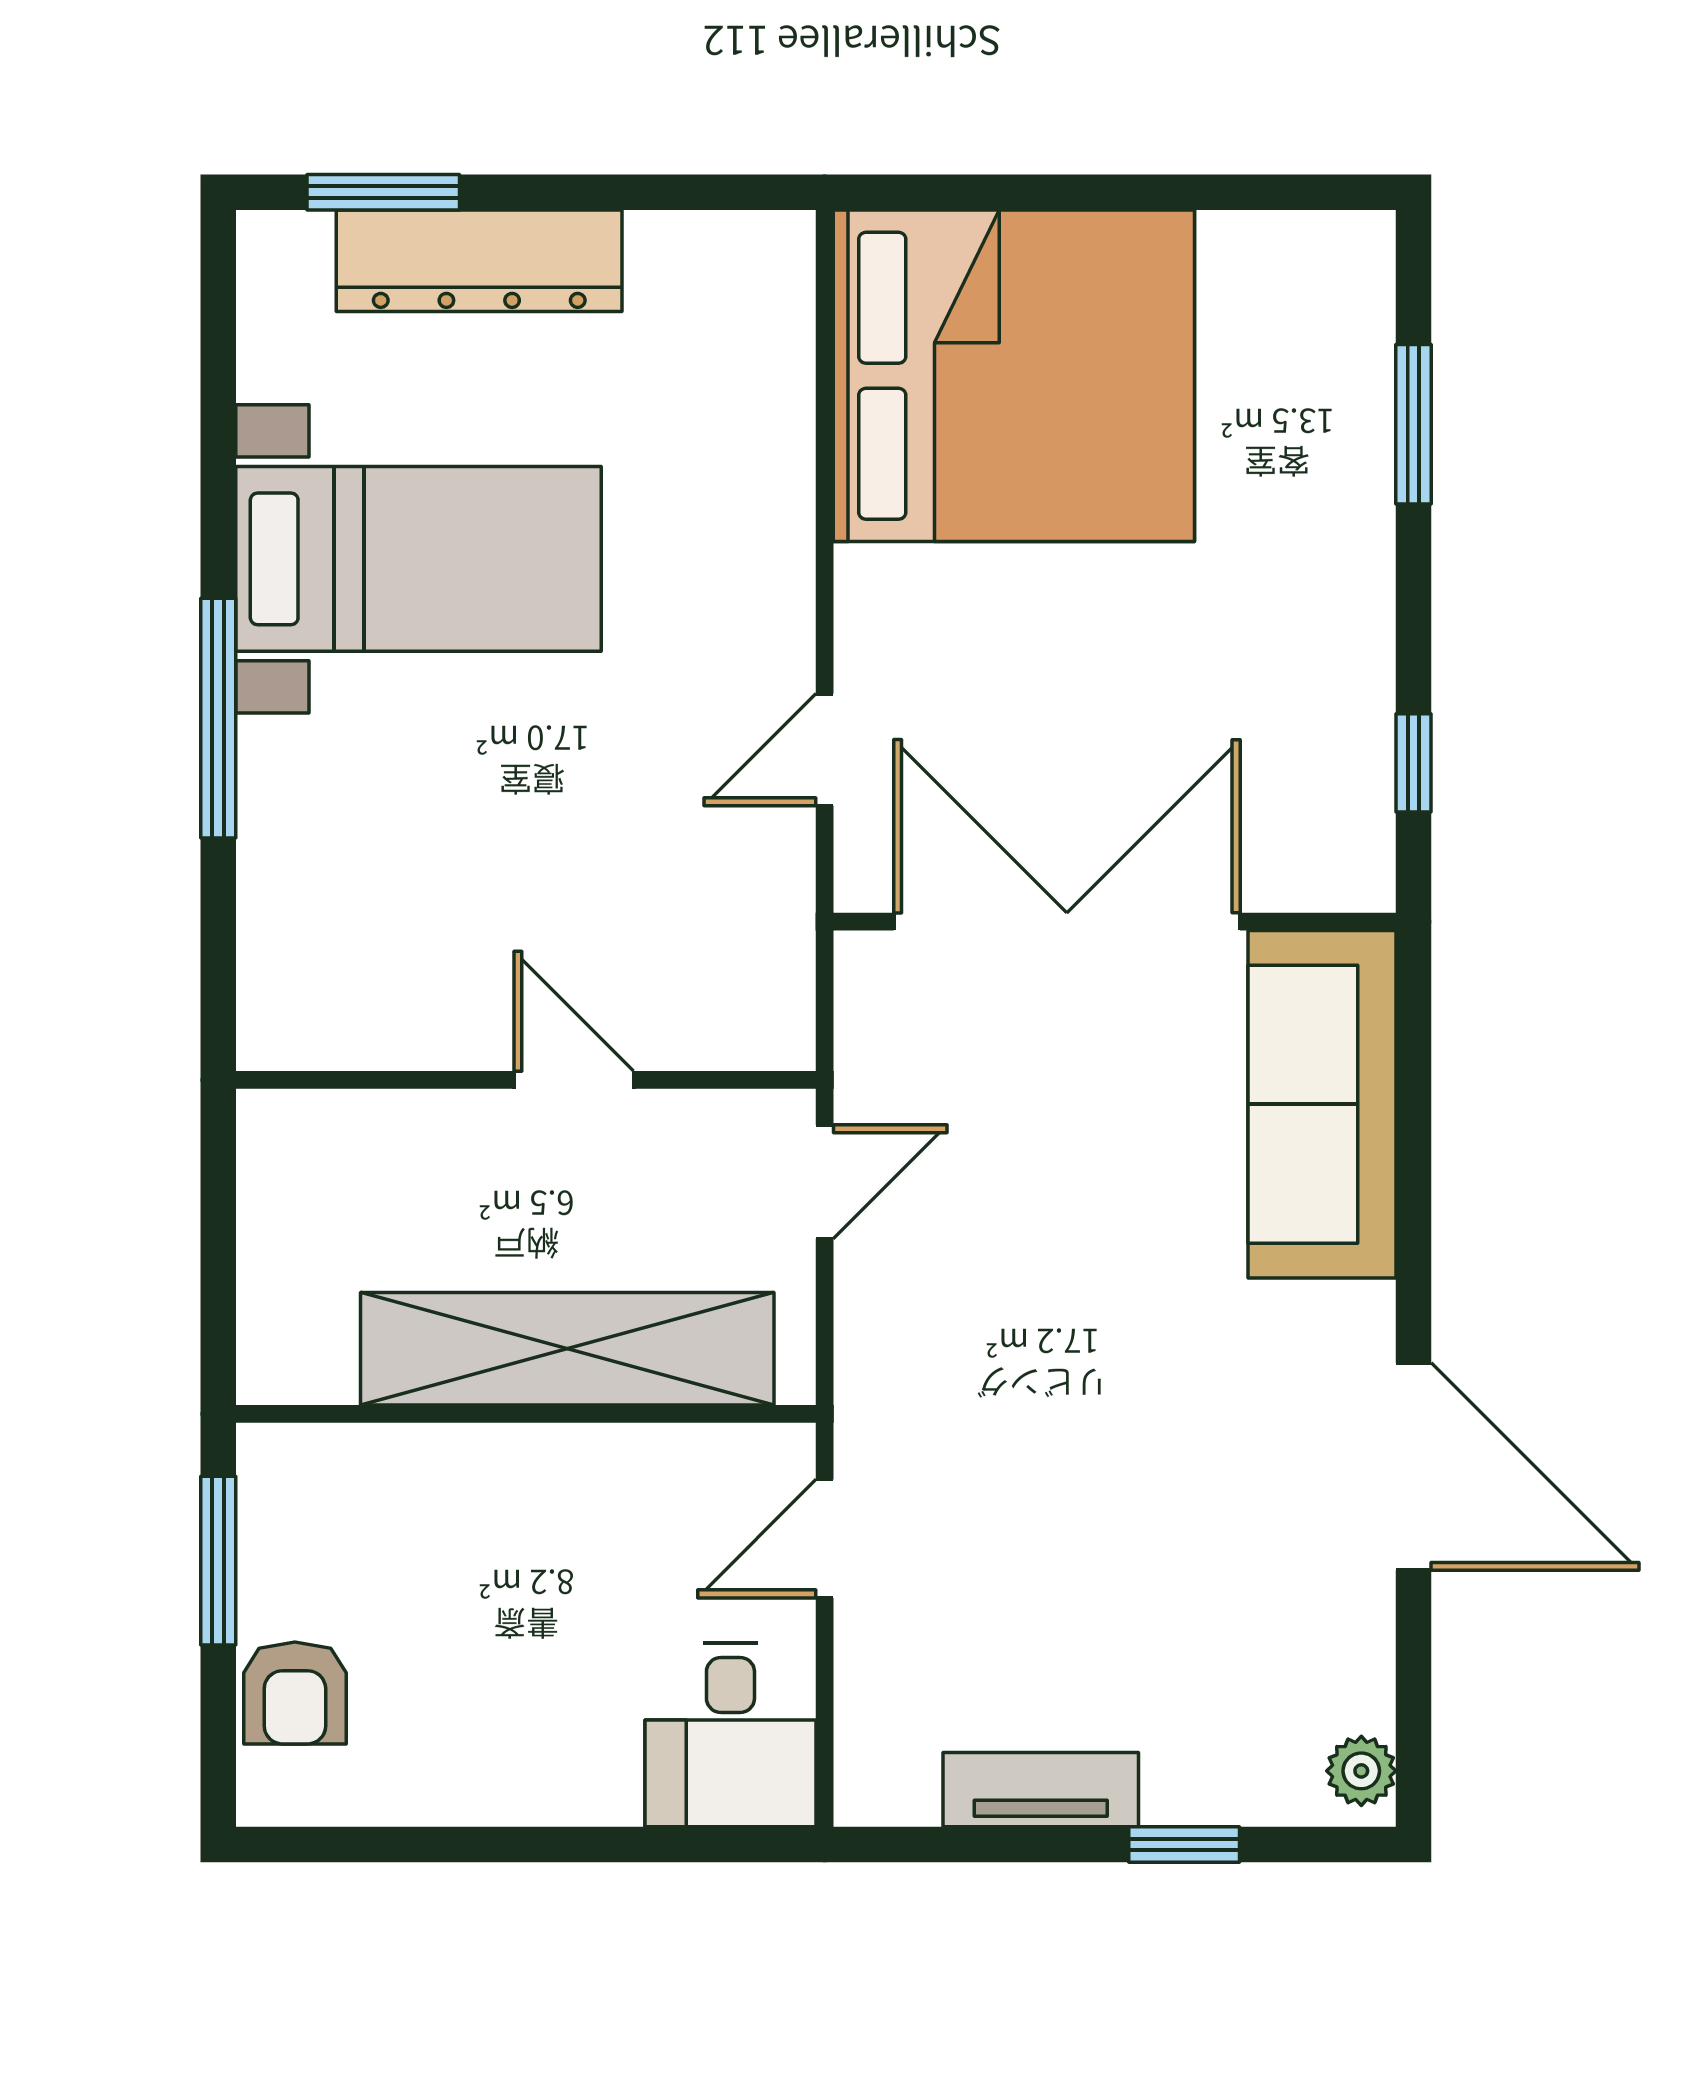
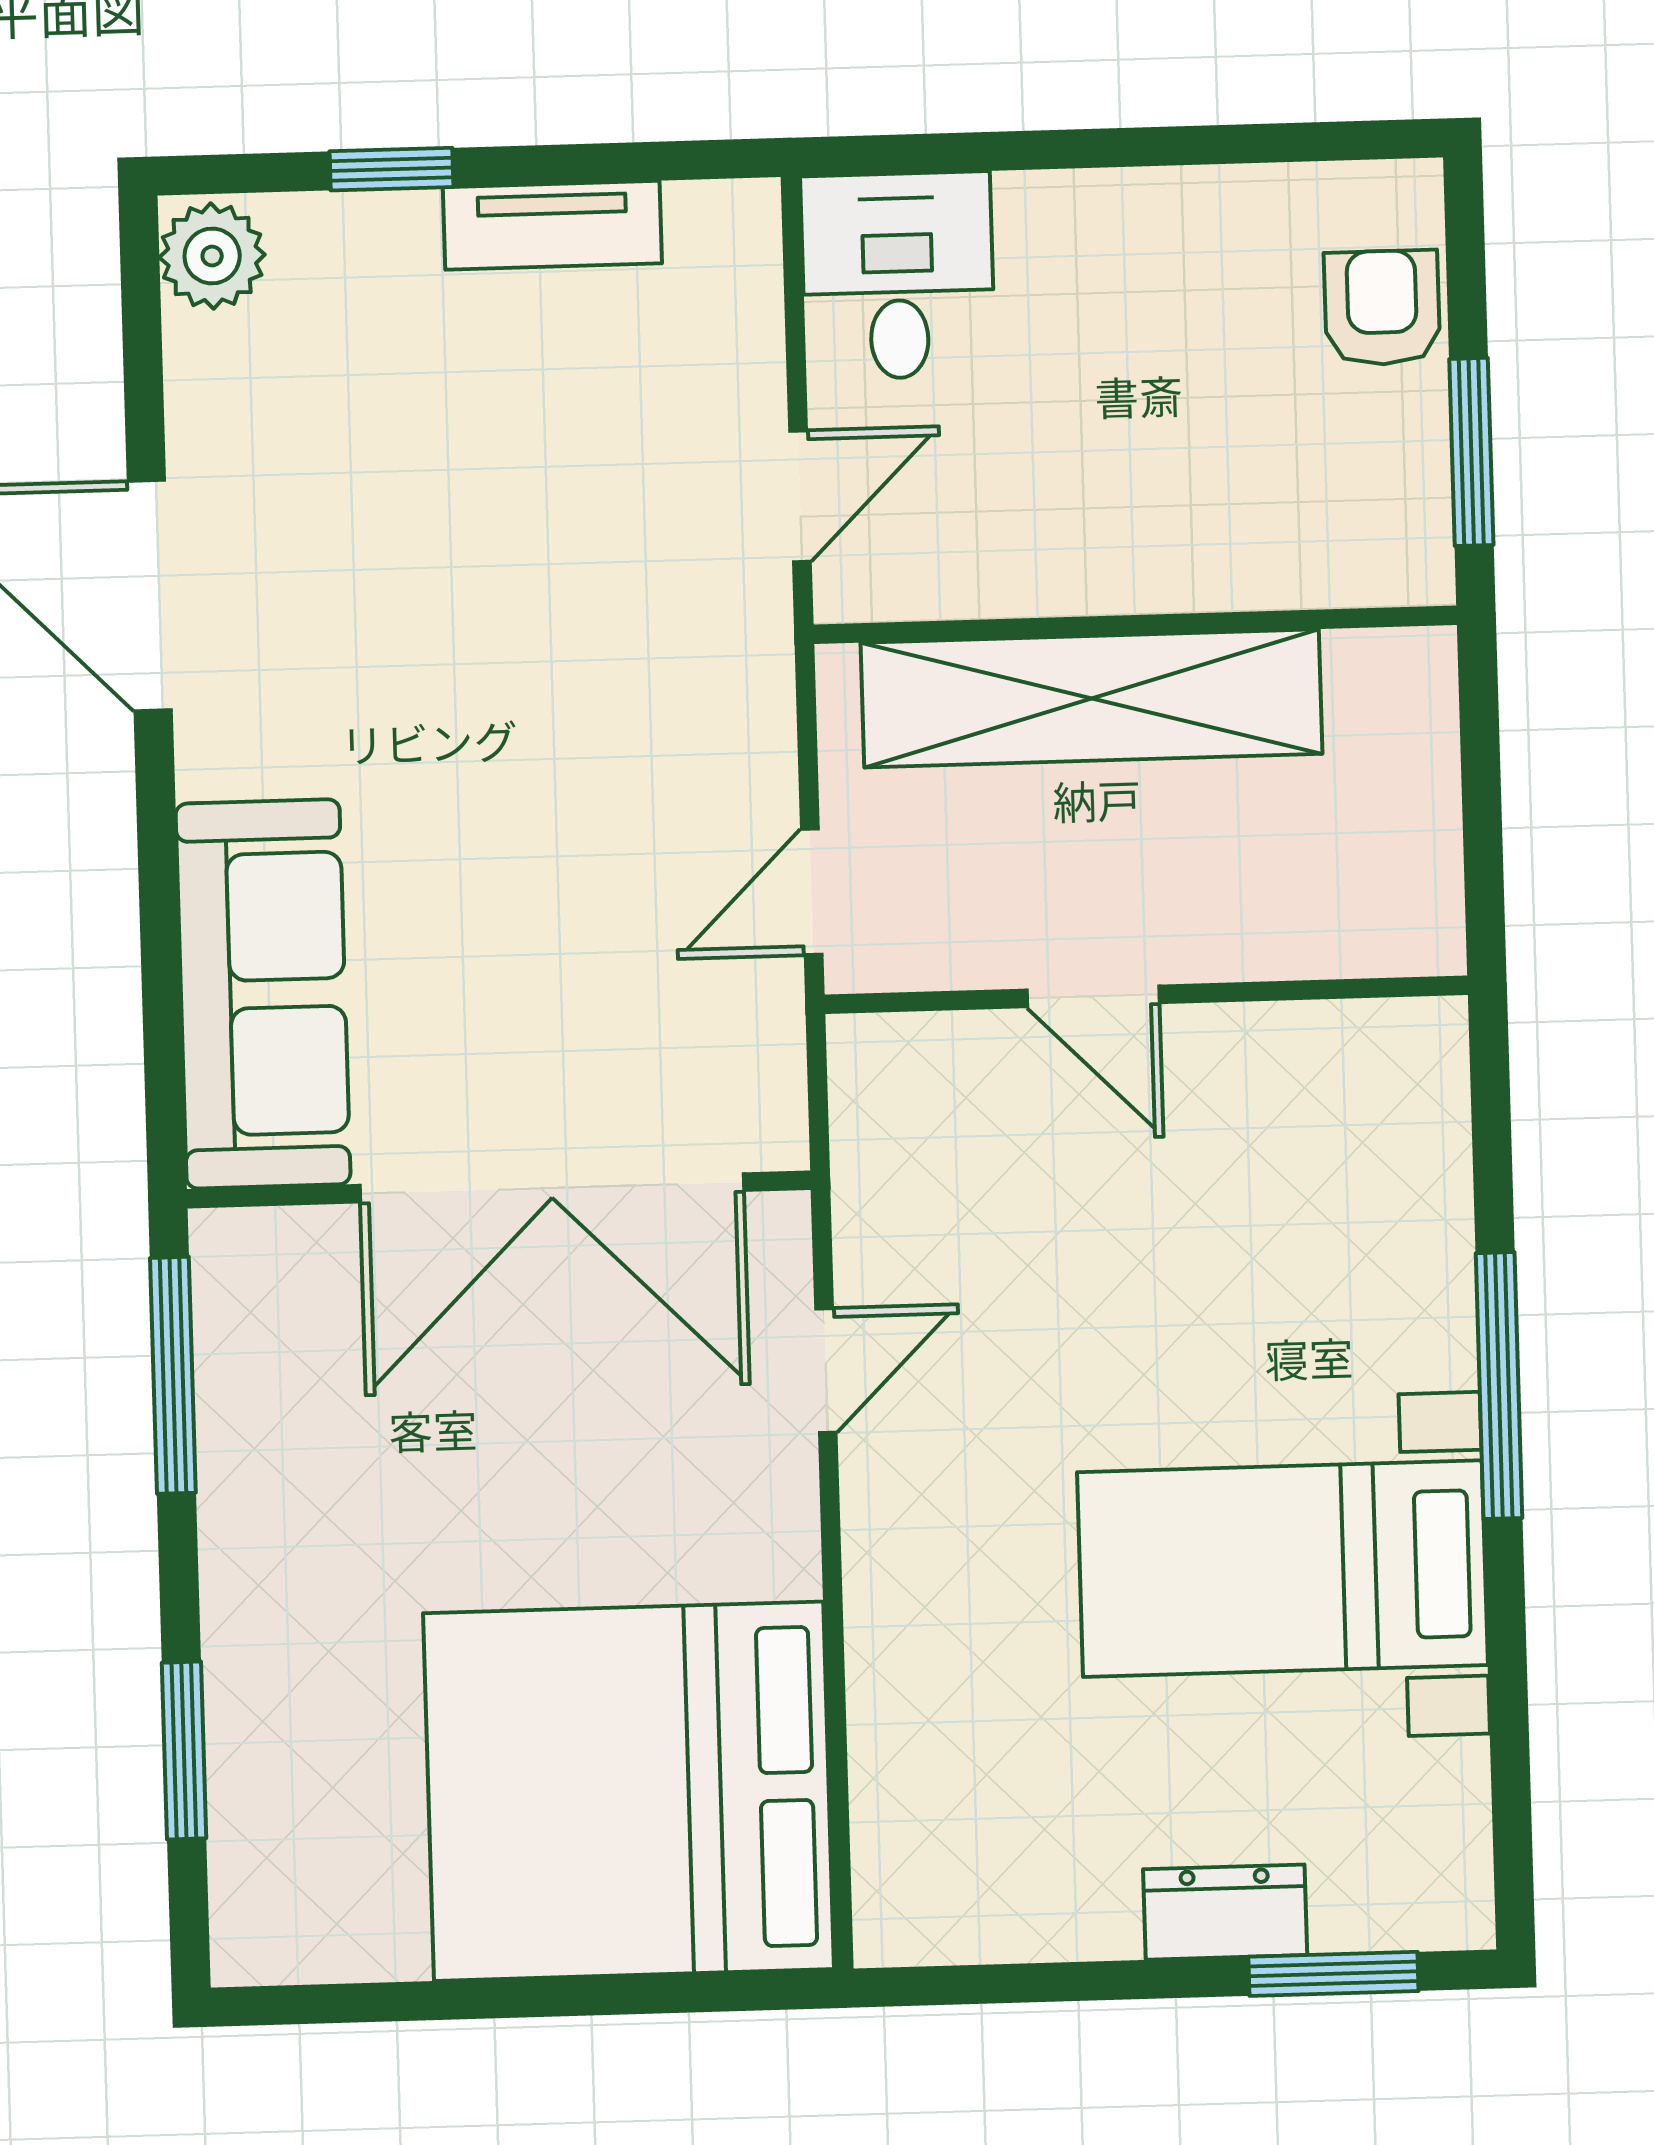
dresser: (479, 261) -> (1225, 1912), width x0.51, depth x0.80
window: (1414, 763) -> (173, 1375), width x2.17
plant: (1361, 1771) -> (212, 256), width x1.38, depth x1.38

